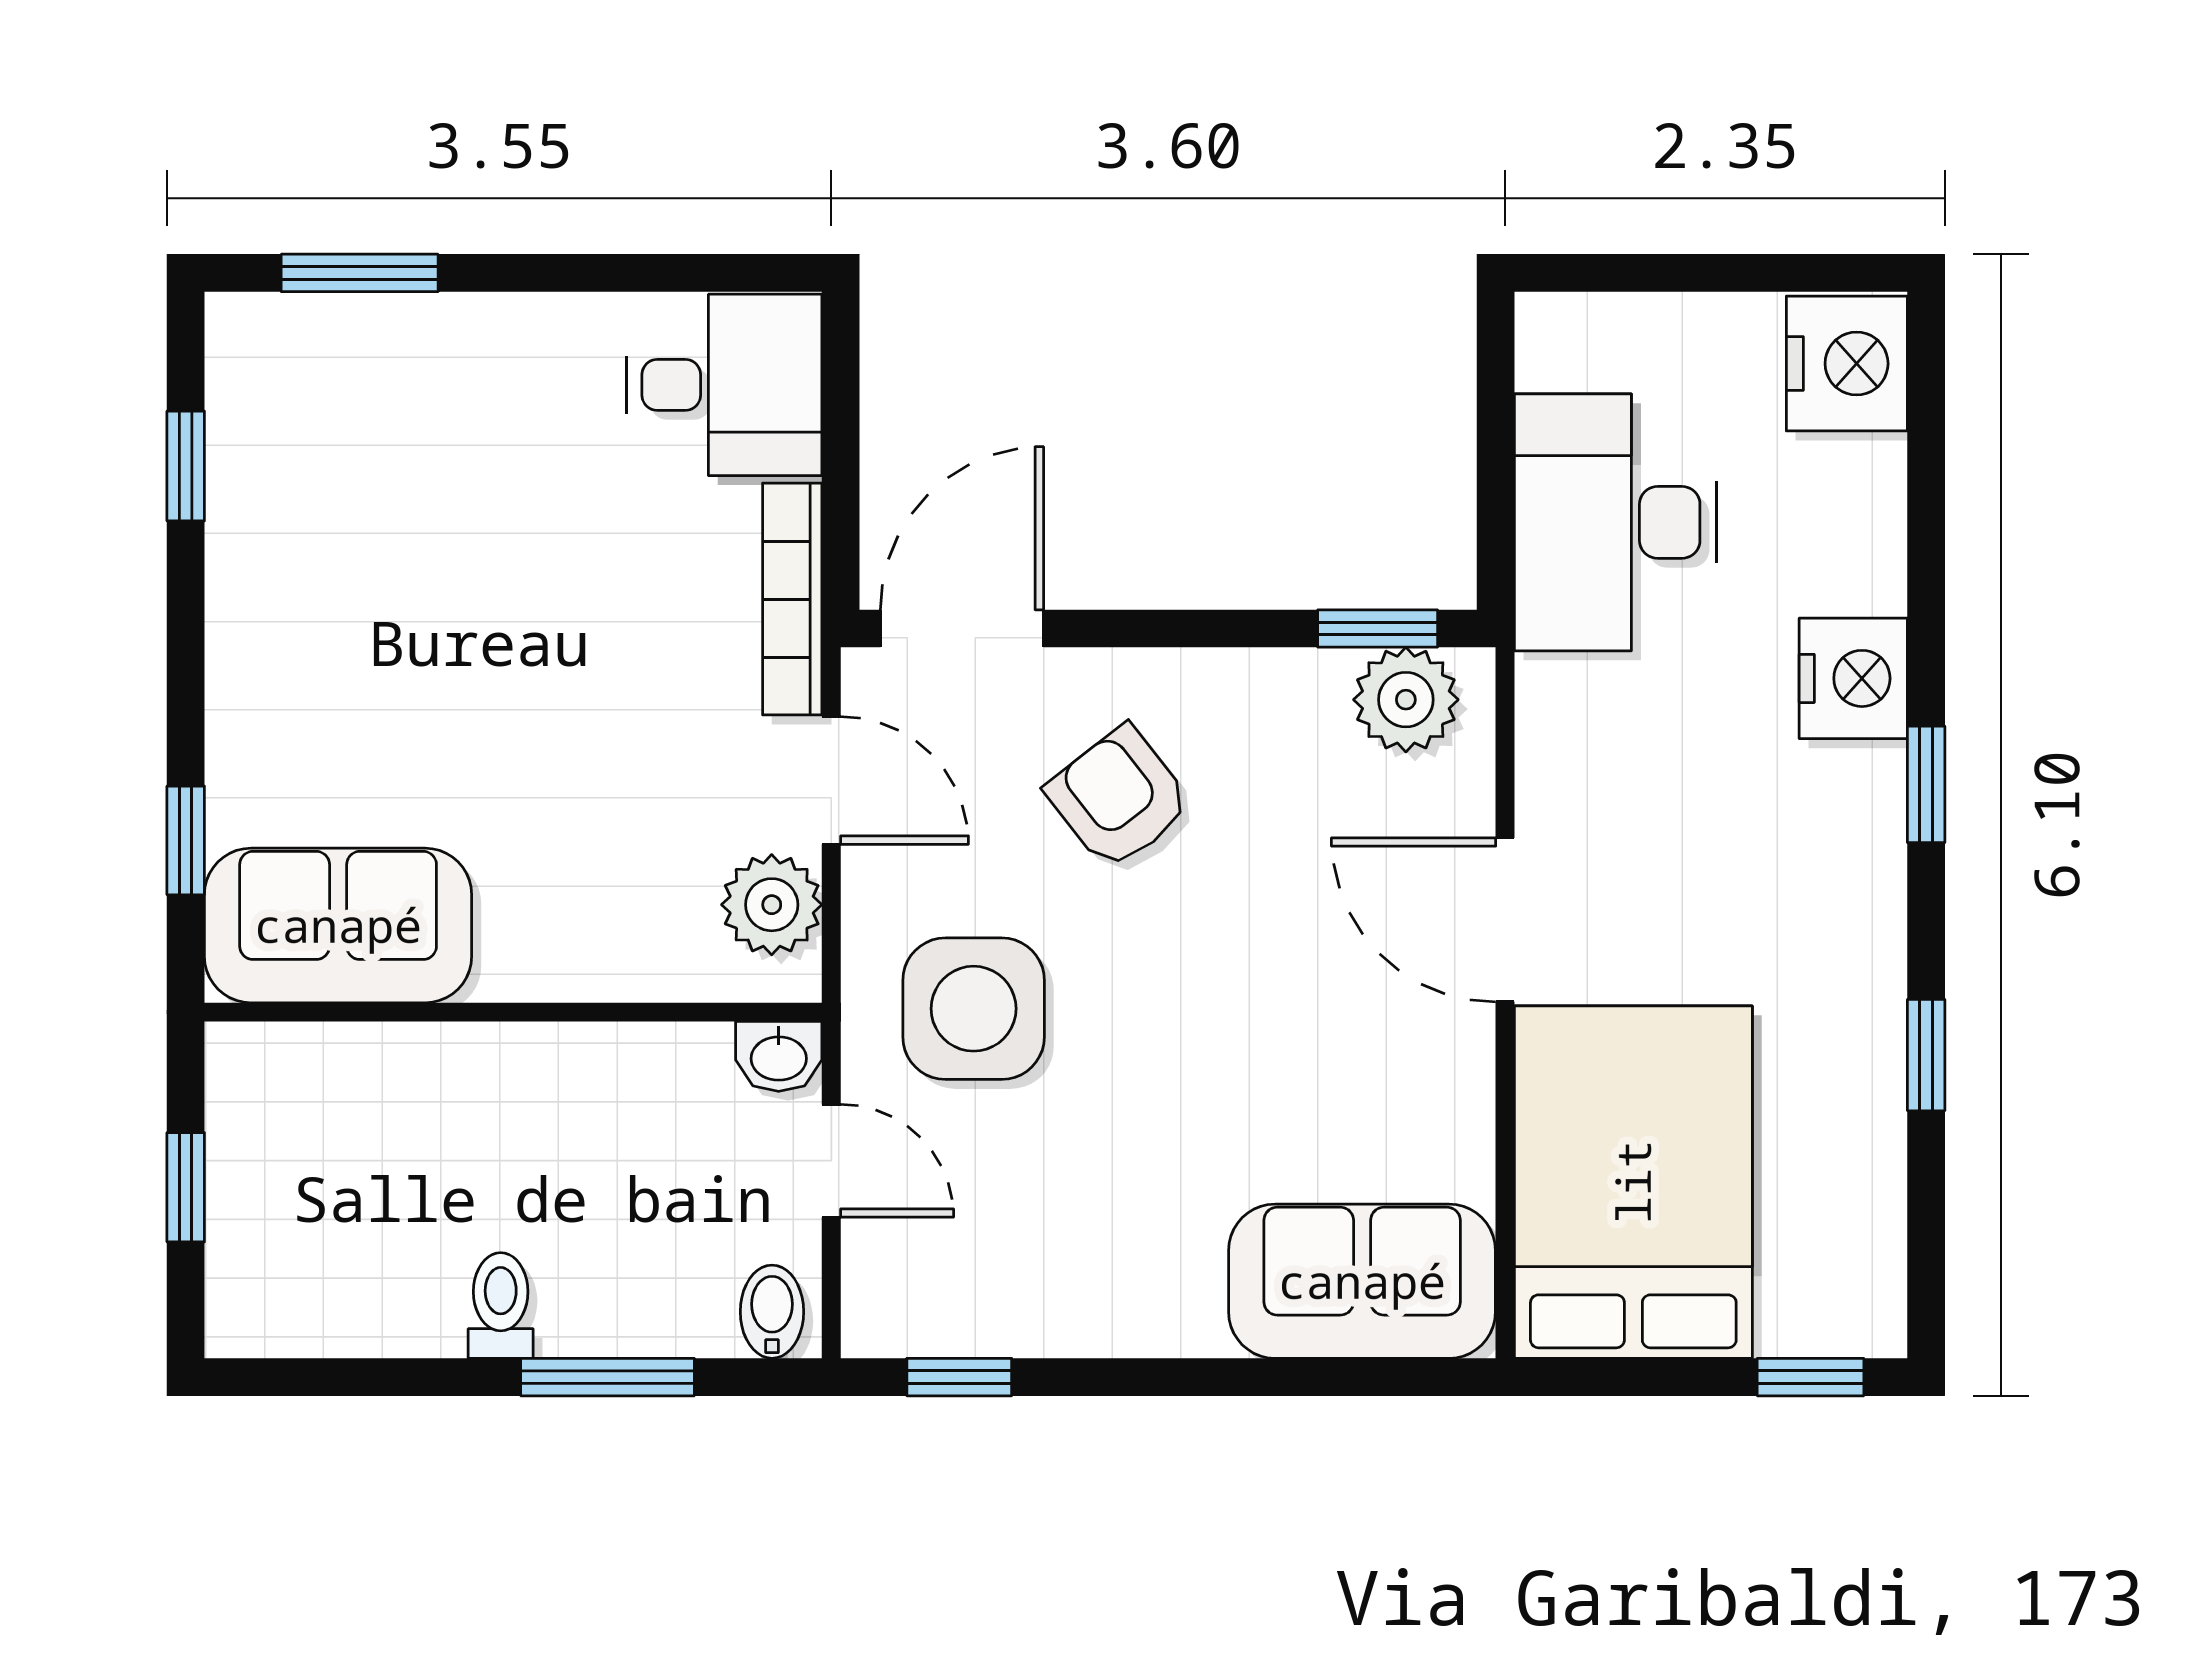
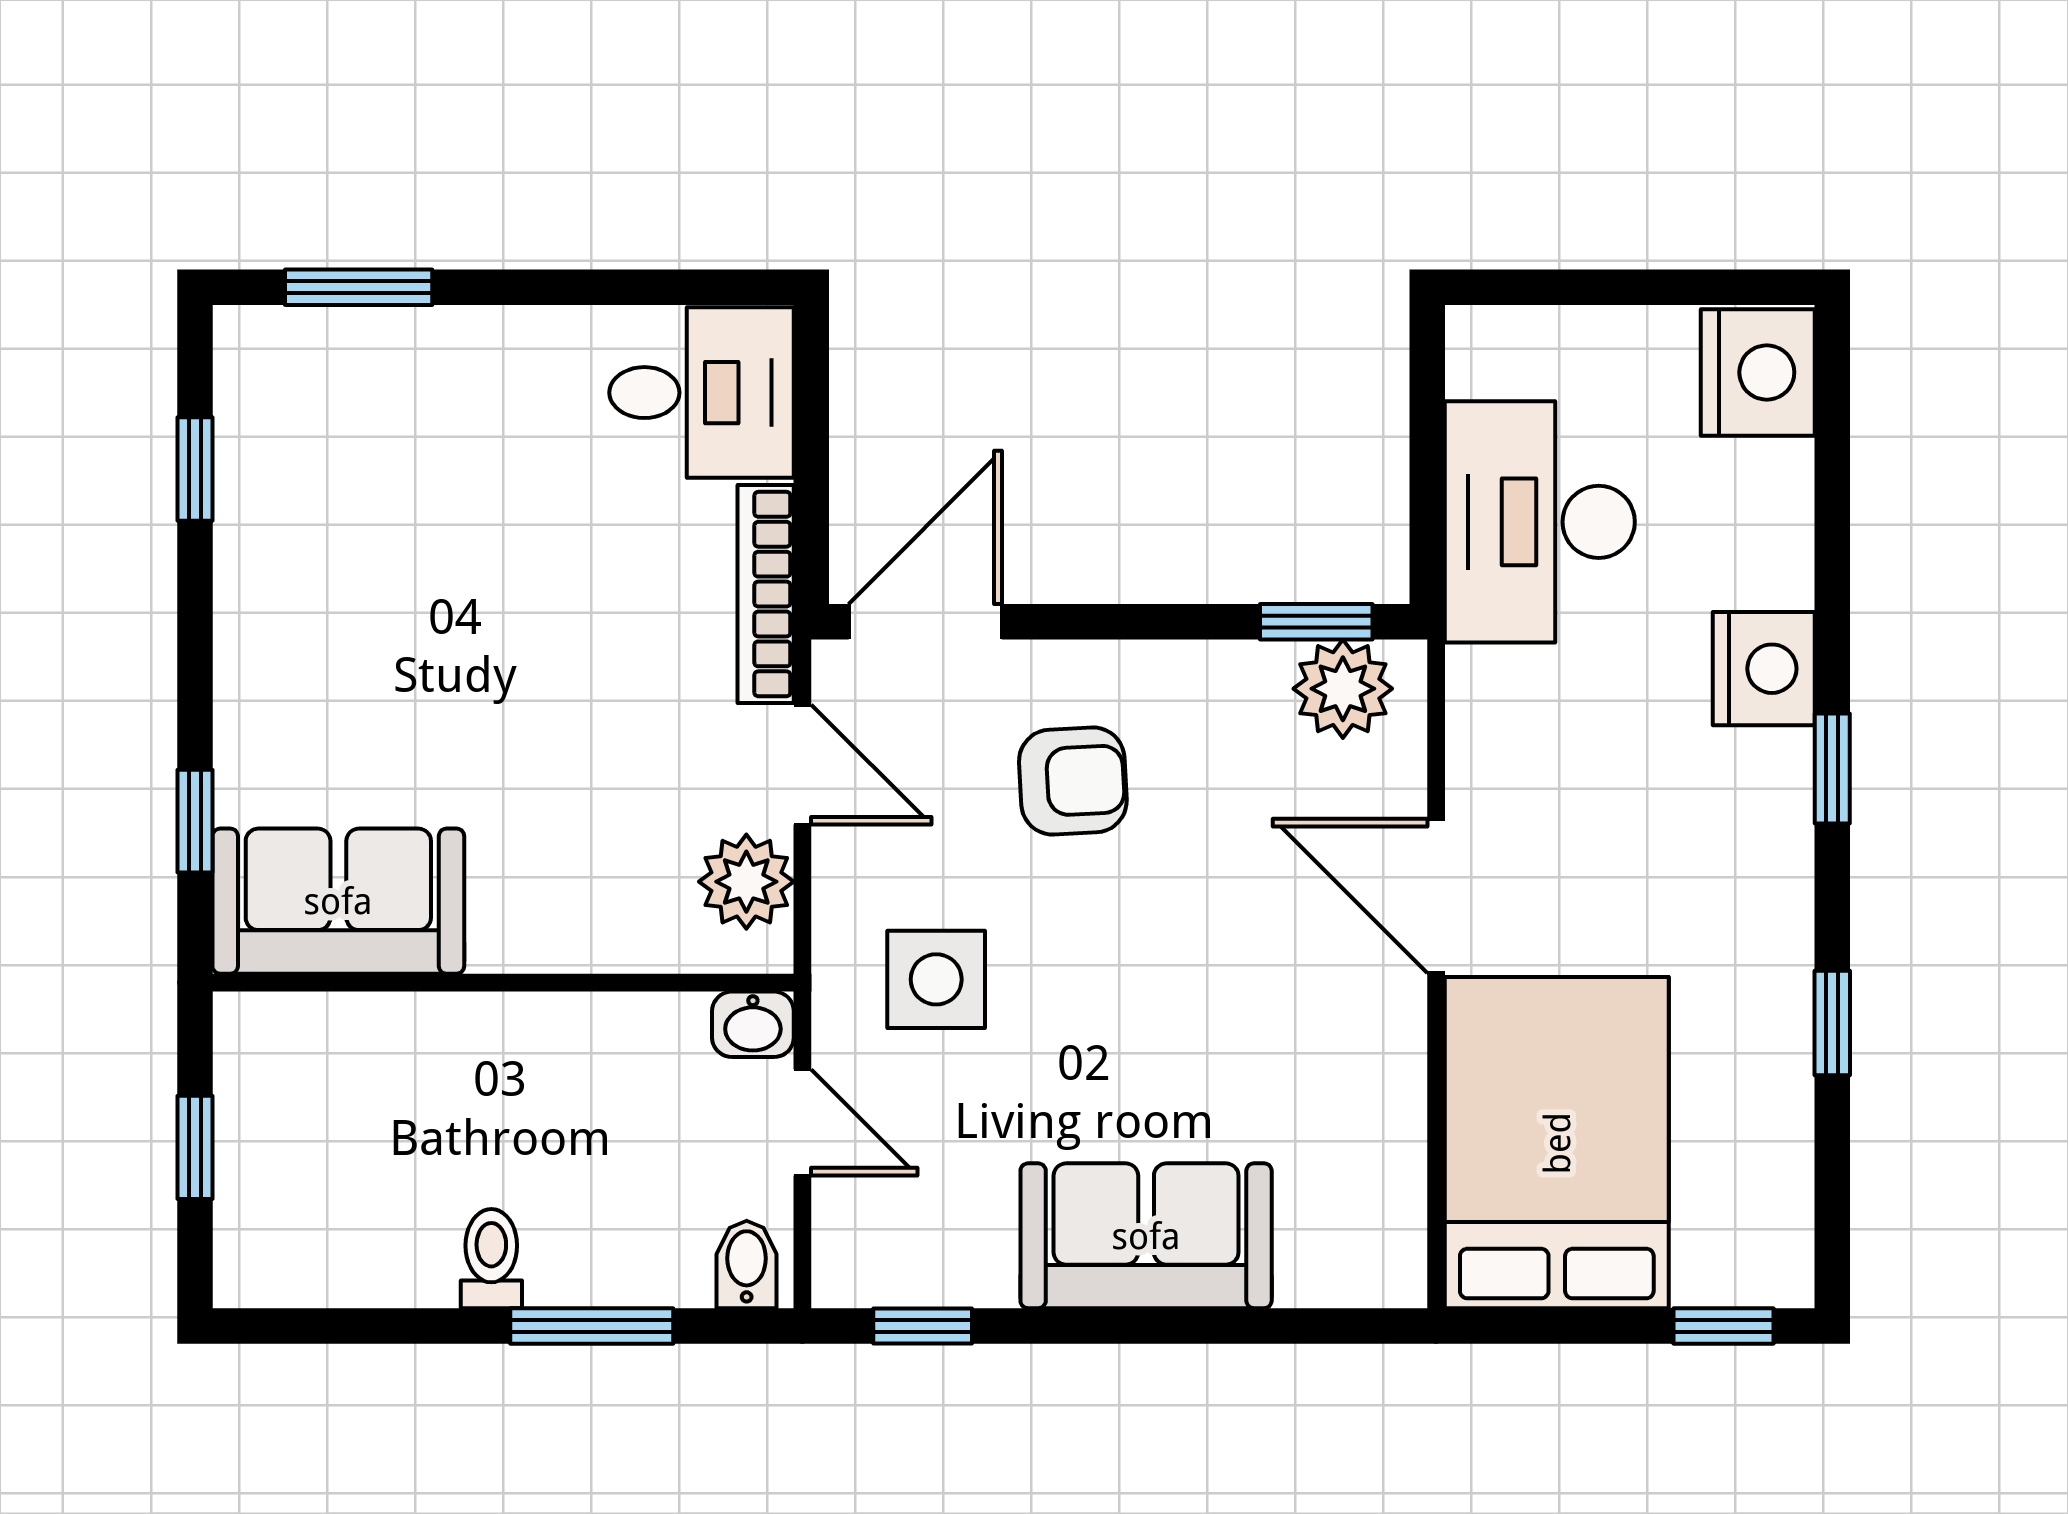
armchair: (1119, 798) -> (1073, 781), turned 125
side table: (974, 1009) -> (936, 979), width x0.73, depth x0.73
sofa: (1362, 1281) -> (1146, 1236), moved

